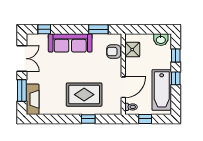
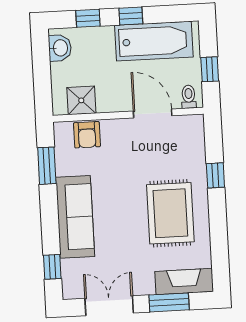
rug: (84, 95) -> (170, 213), moved

